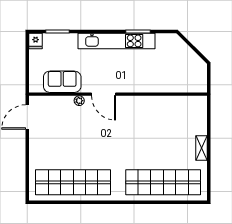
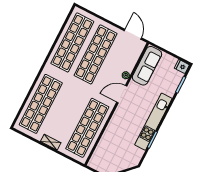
sofa: (62, 82) -> (147, 66), width x1.36
shop shelf: (163, 114) -> (87, 128), added
shop shelf: (73, 148) -> (96, 54), added

